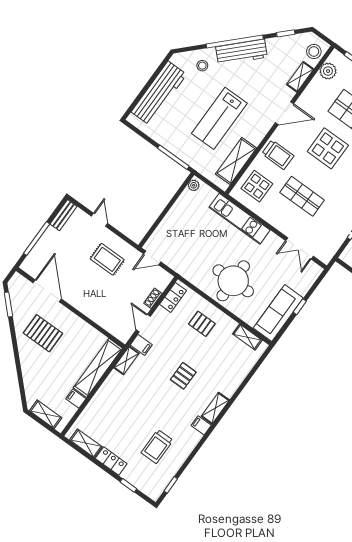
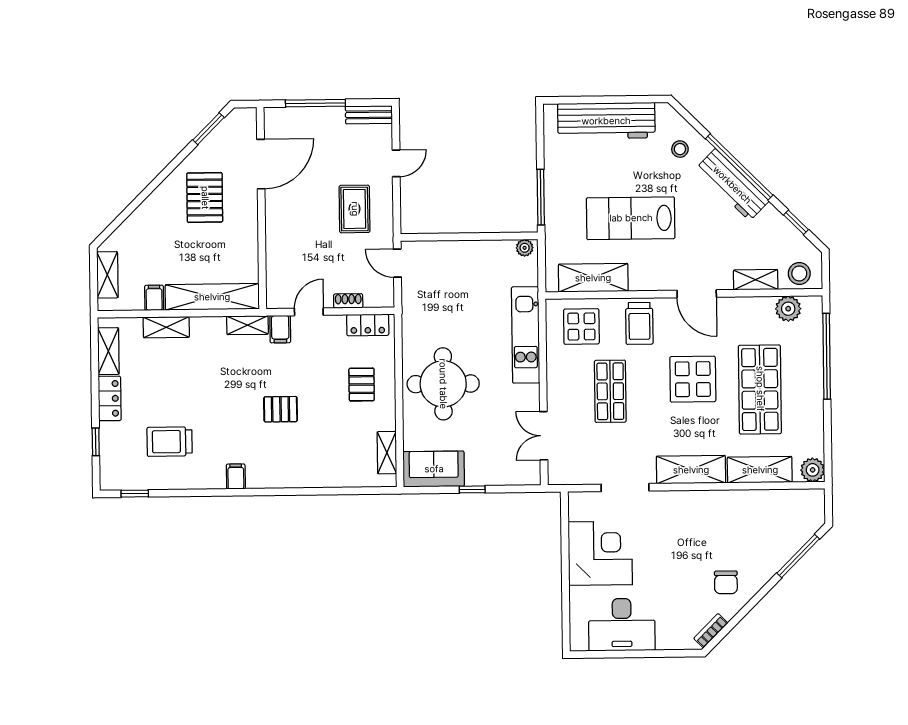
sofa: (278, 313) -> (434, 469), width x0.73
shelving: (215, 408) -> (166, 327), moved

